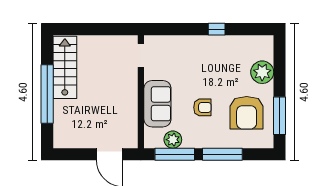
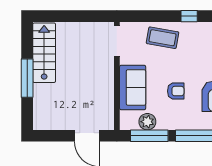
coffee table: (189, 52) -> (163, 38), added
doorway: (141, 55) -> (117, 41), width x1.38
window: (47, 94) -> (27, 78), width x0.68

